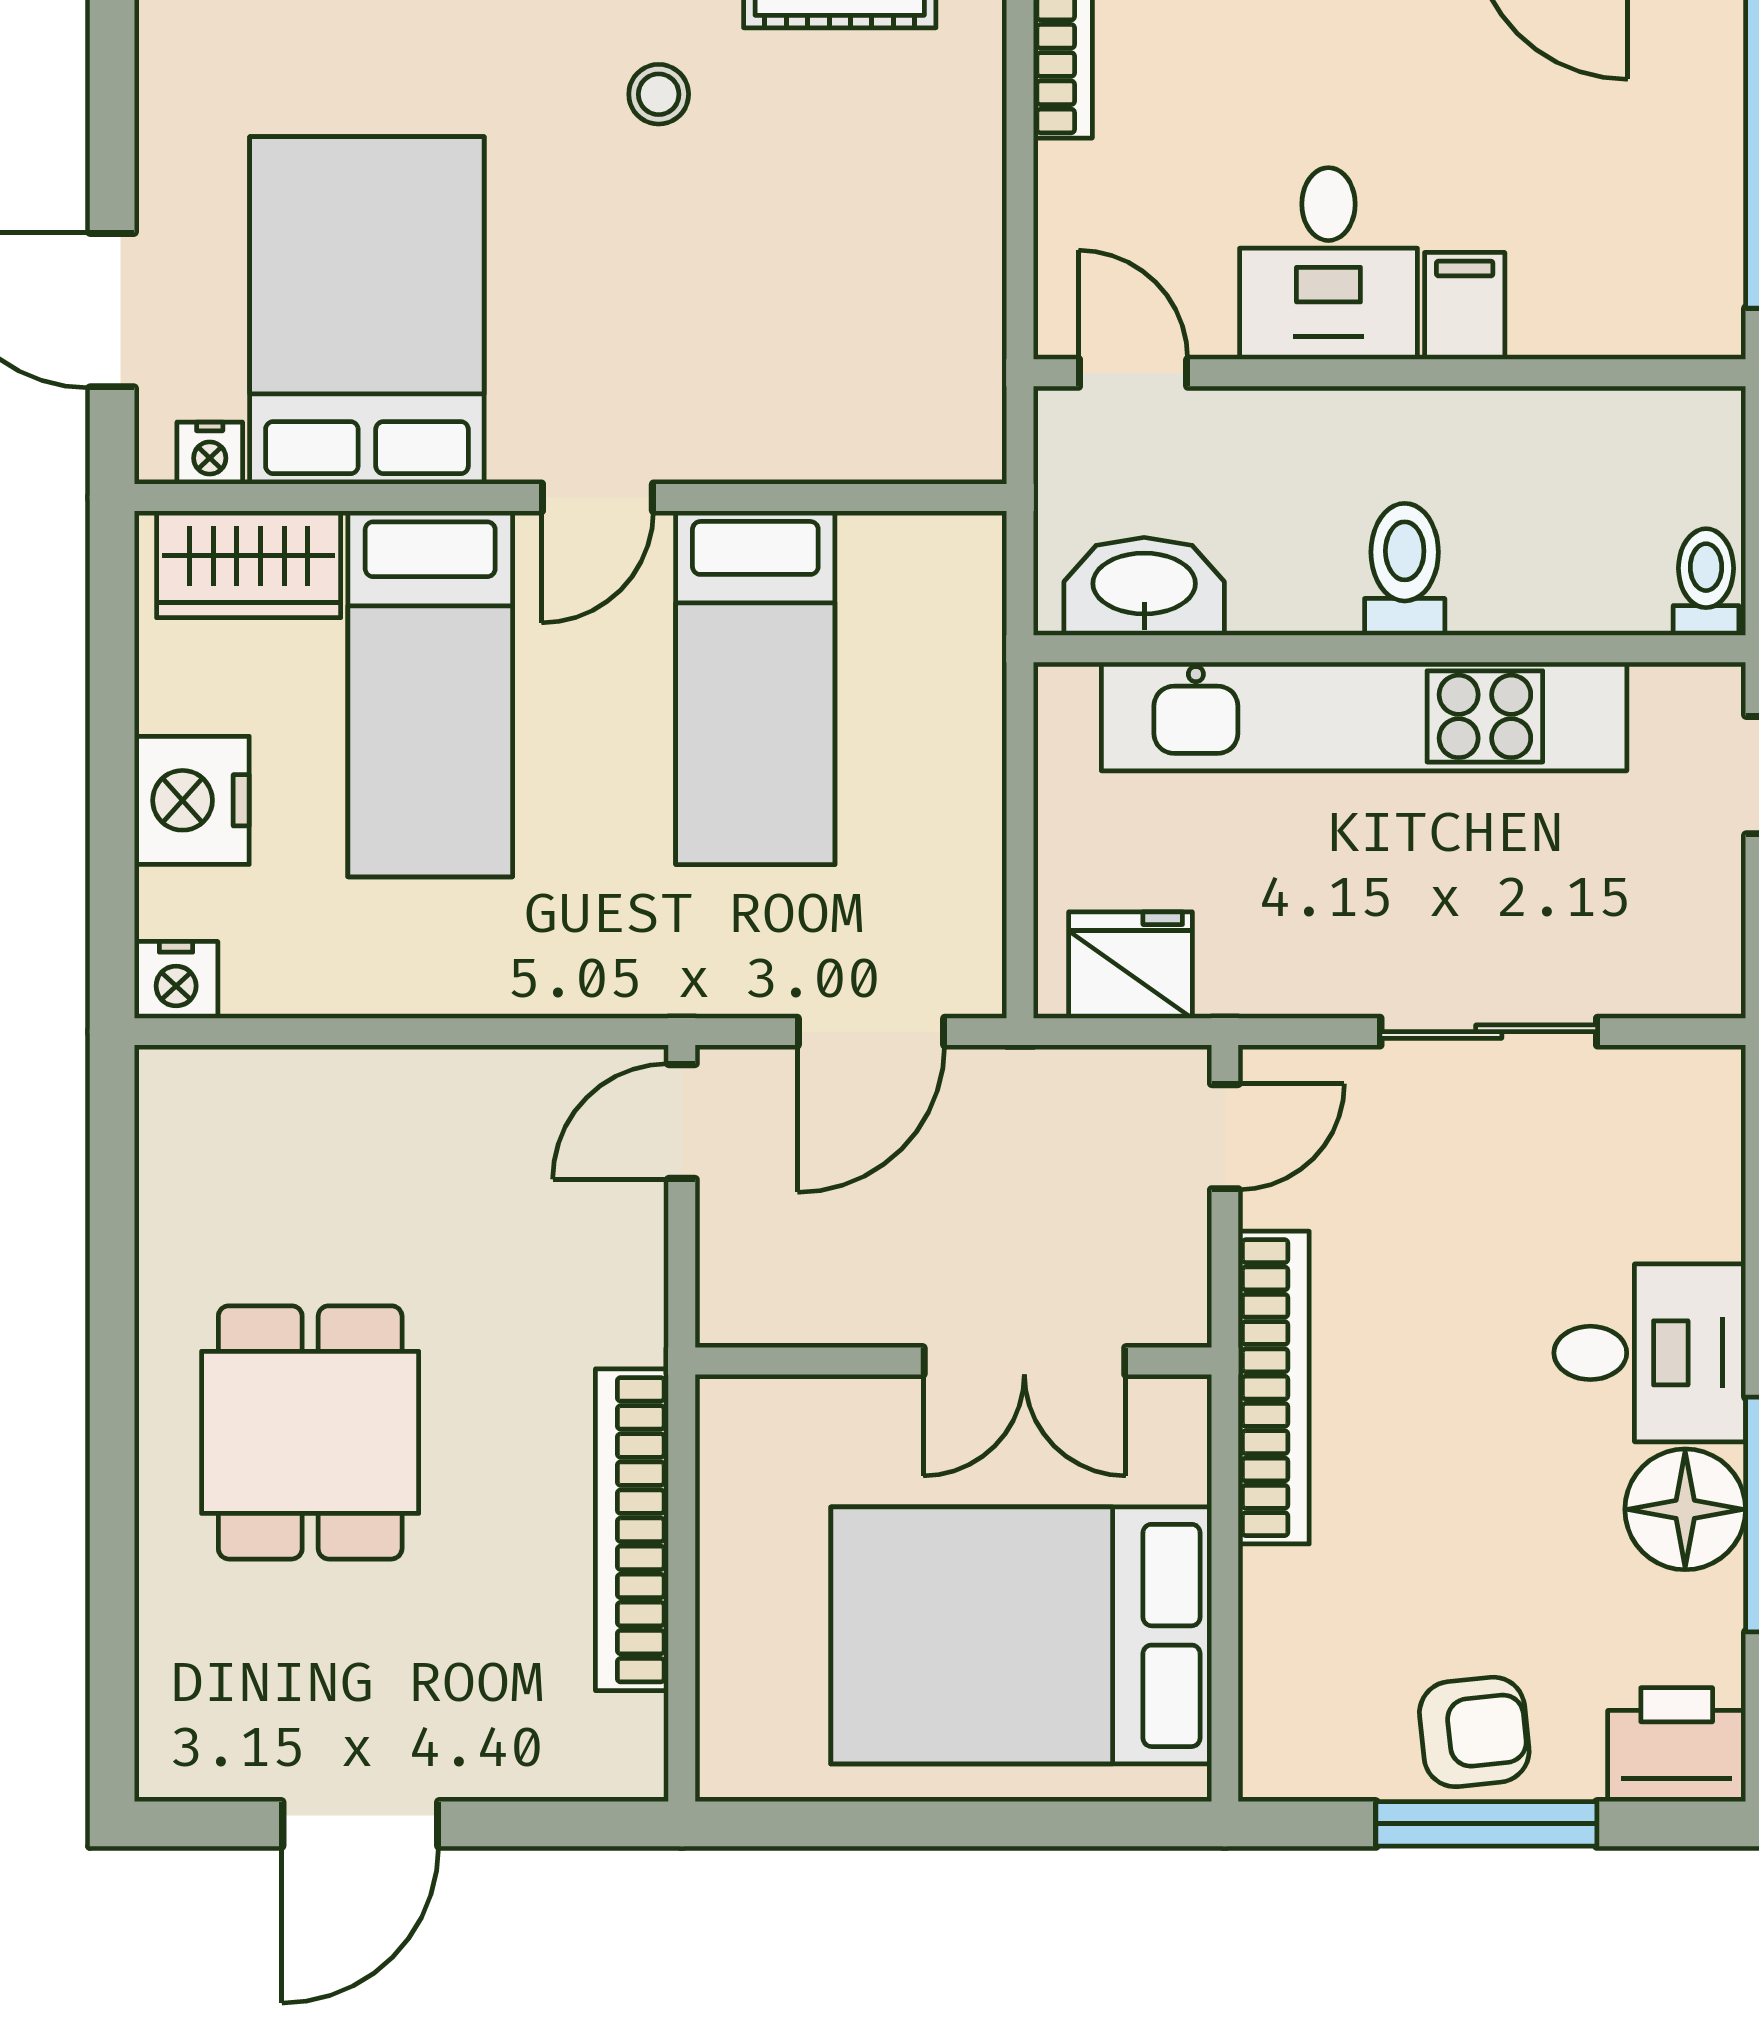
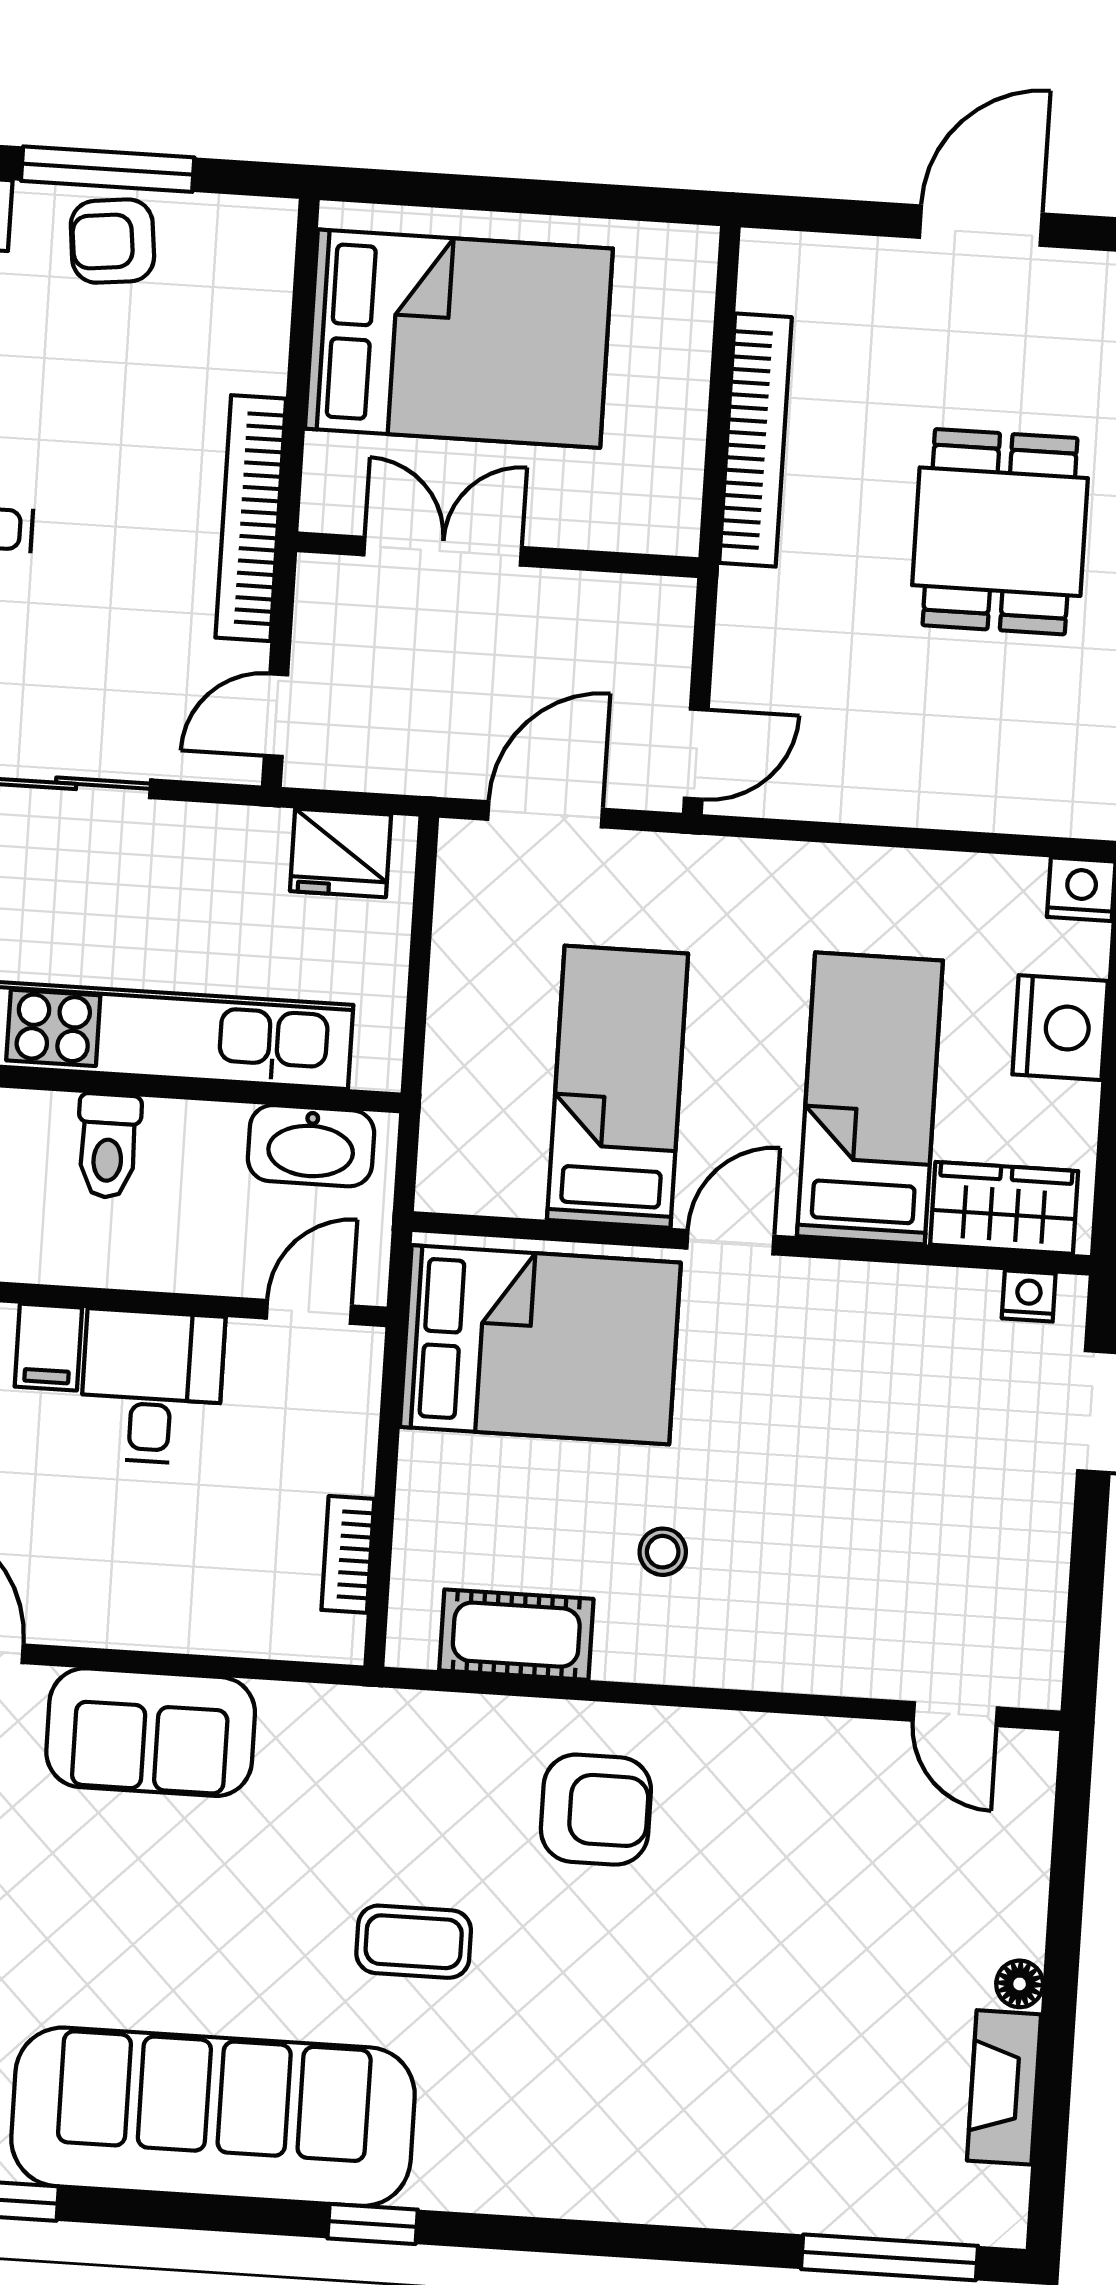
bed: (367, 310) -> (540, 1345), moved, turned -90
door: (1133, 373) -> (309, 1312), swing flipped

